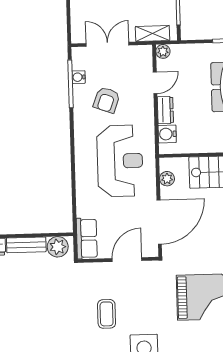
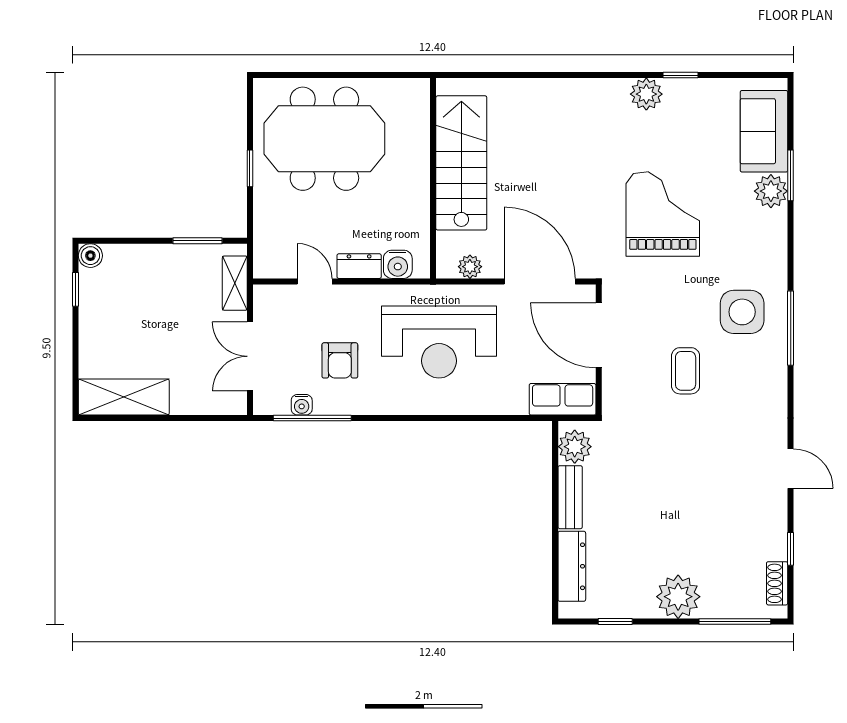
plant: (163, 51) -> (264, 267), removed
armchair: (107, 100) -> (340, 360), turned 70
reception desk: (120, 161) -> (439, 342), turned 180
door: (127, 260) -> (599, 335), width x1.36
coffee table: (107, 314) -> (686, 371), turned 90

